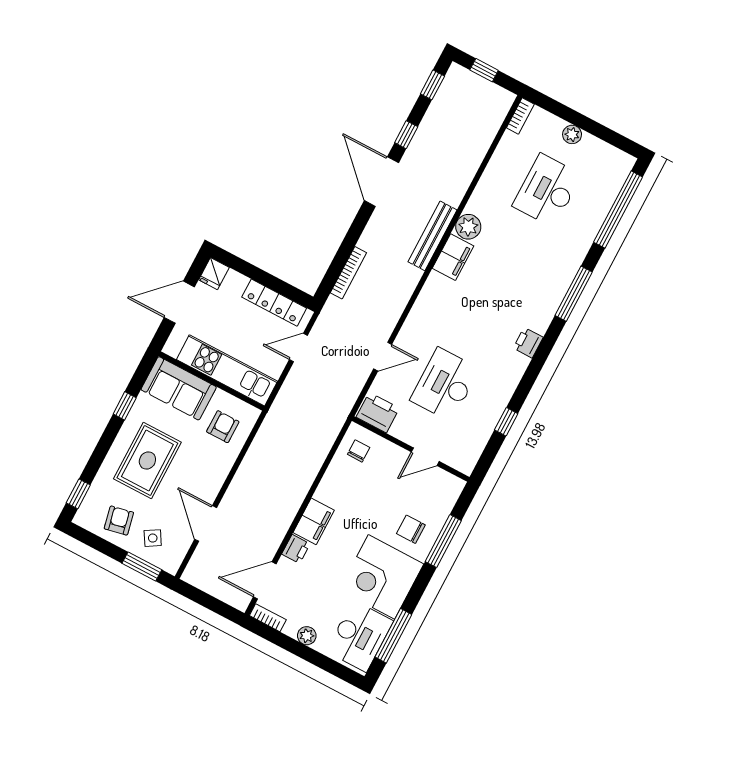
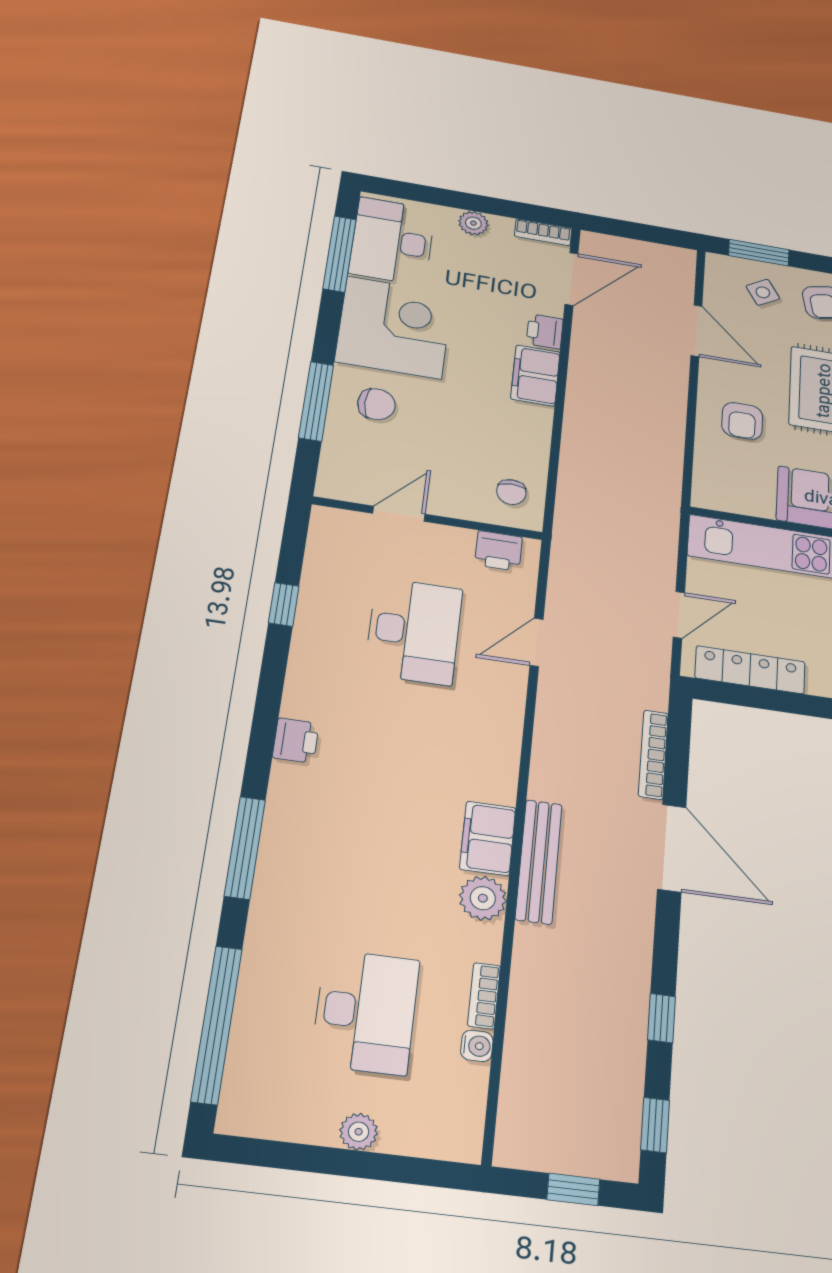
bookcase: (520, 116) -> (484, 996), moved
water cooler: (501, 154) -> (477, 1046), added
door: (381, 182) -> (672, 848), moved
printer: (378, 413) -> (499, 551), width x0.73, depth x0.81
armchair: (223, 427) -> (742, 421), moved

